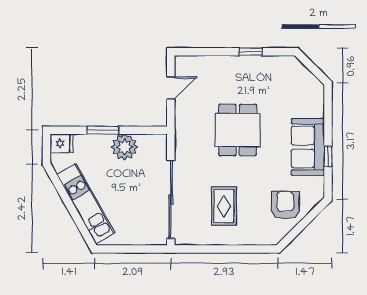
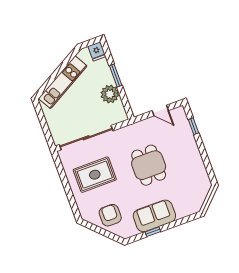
window: (251, 52) -> (193, 126), moved
dining table: (238, 130) -> (149, 165), turned 90
armchair: (285, 205) -> (110, 215), turned -90
rug: (224, 206) -> (95, 175), width x1.36, depth x1.43

